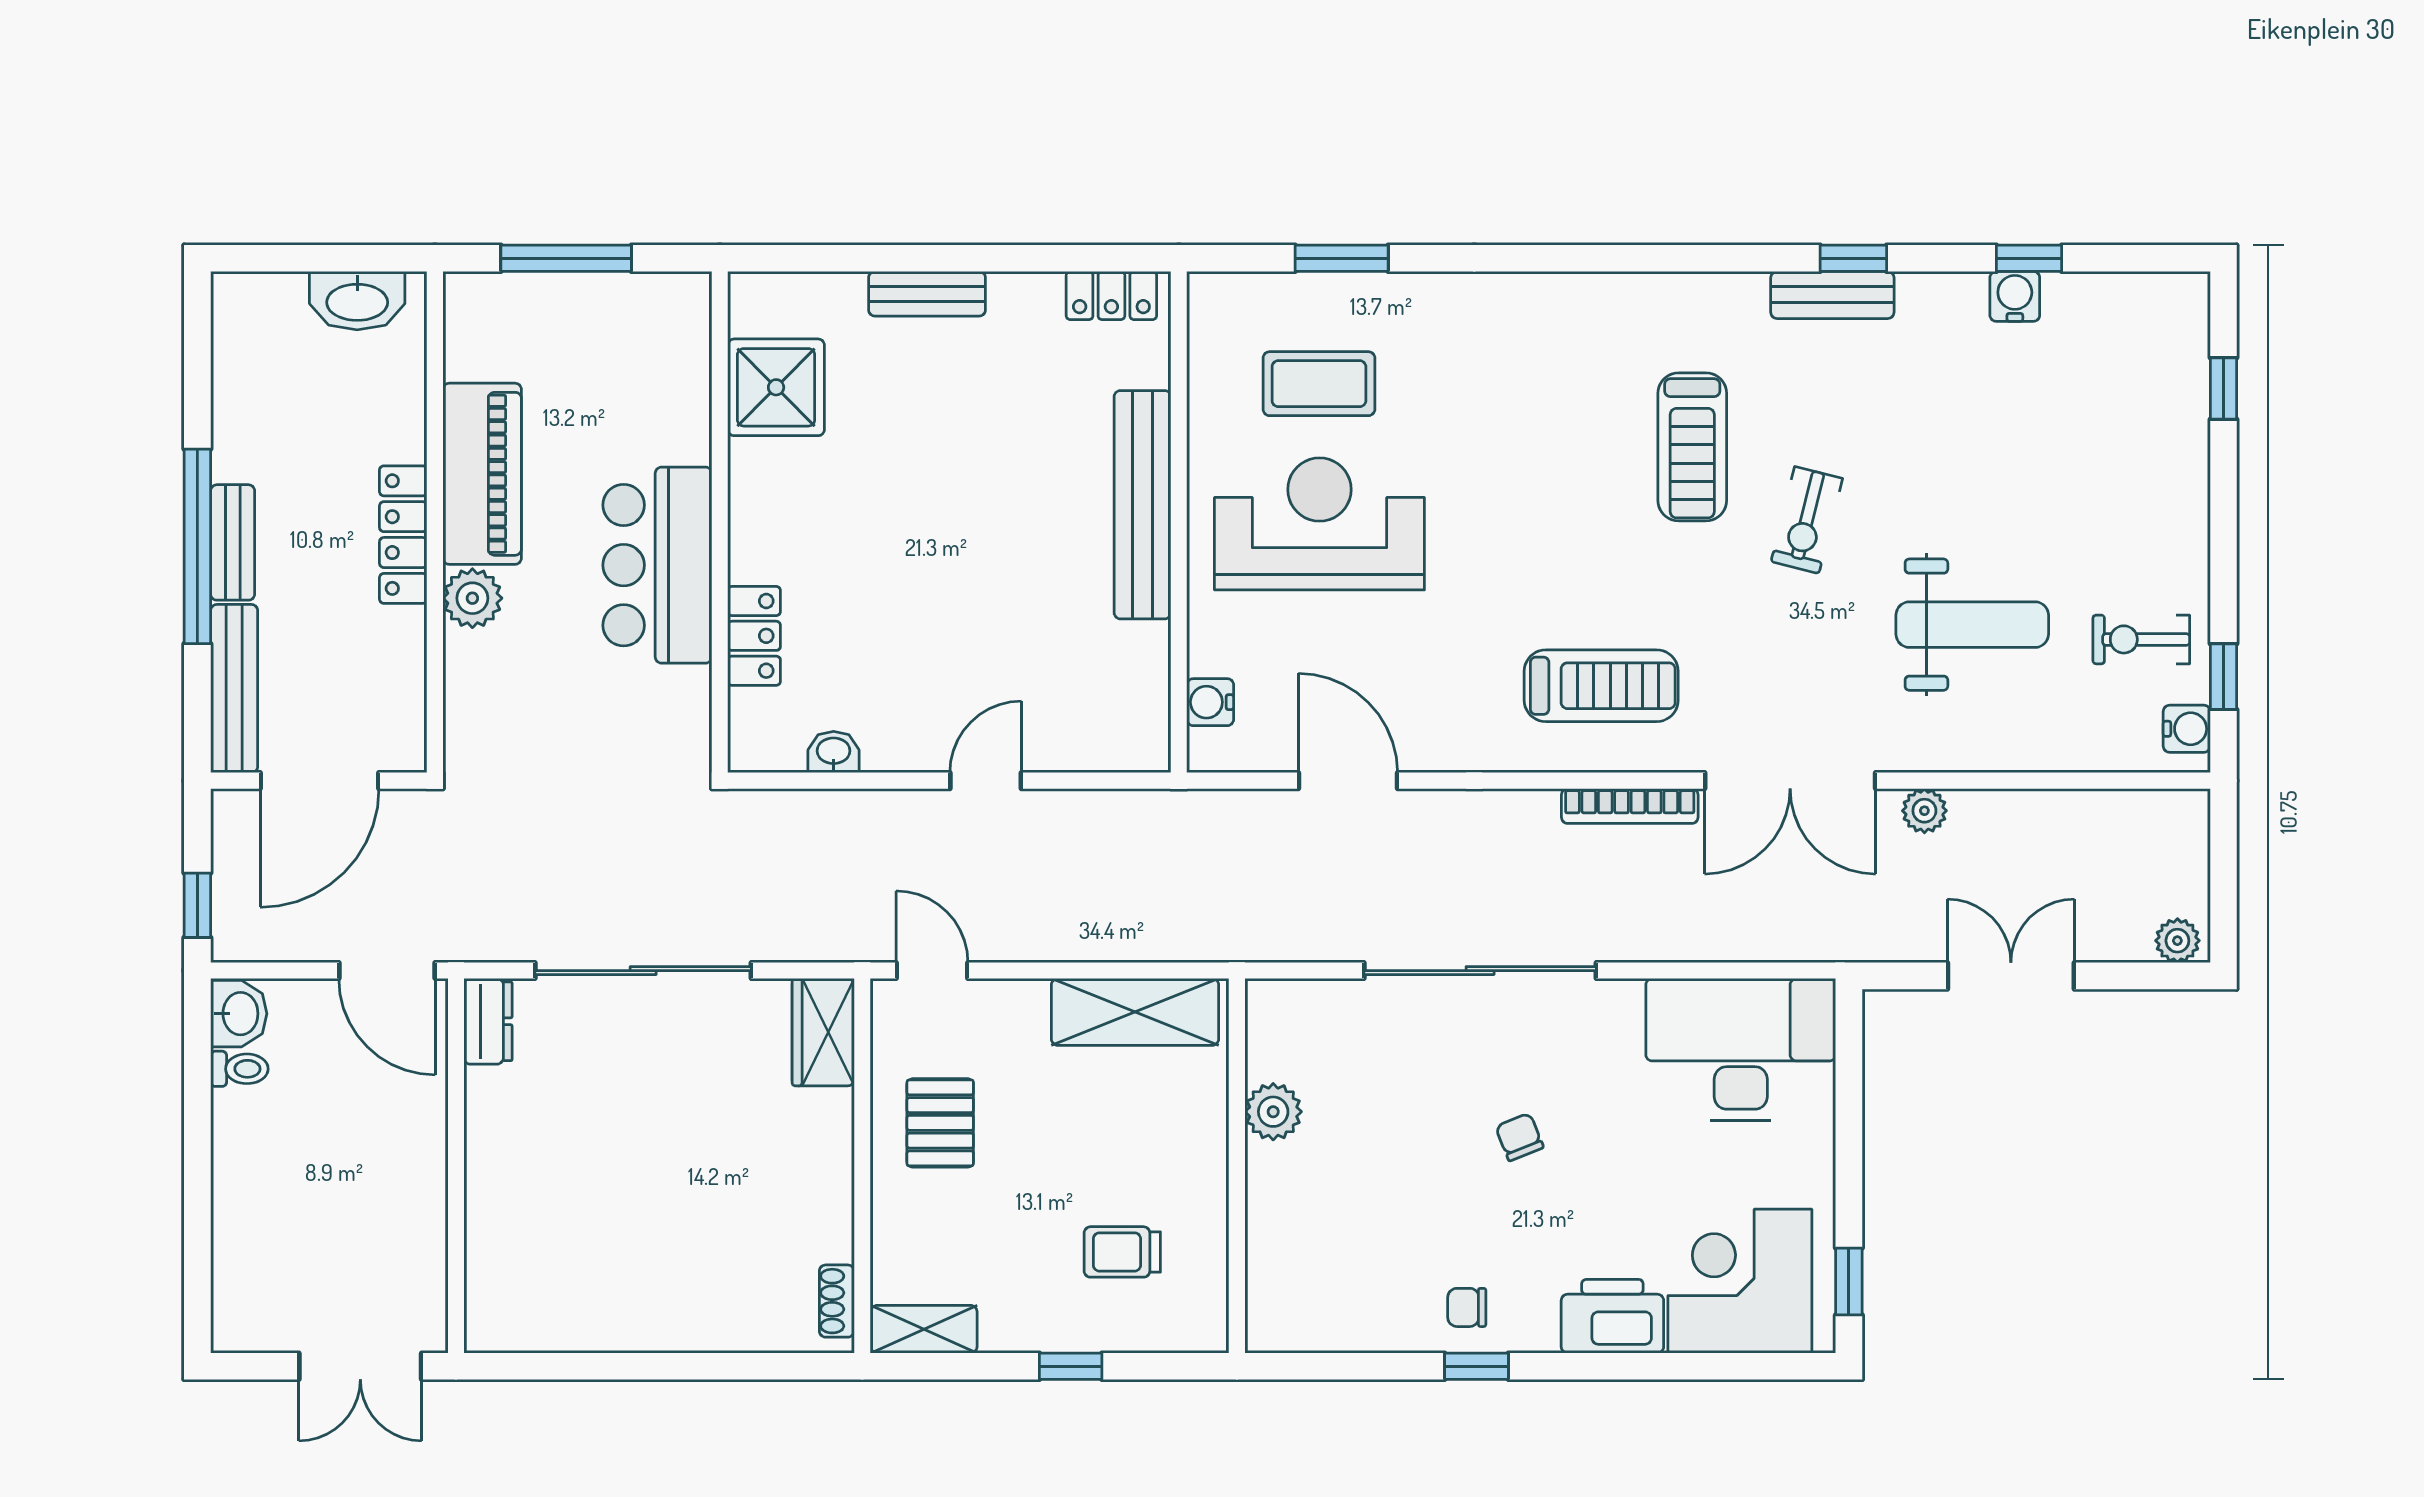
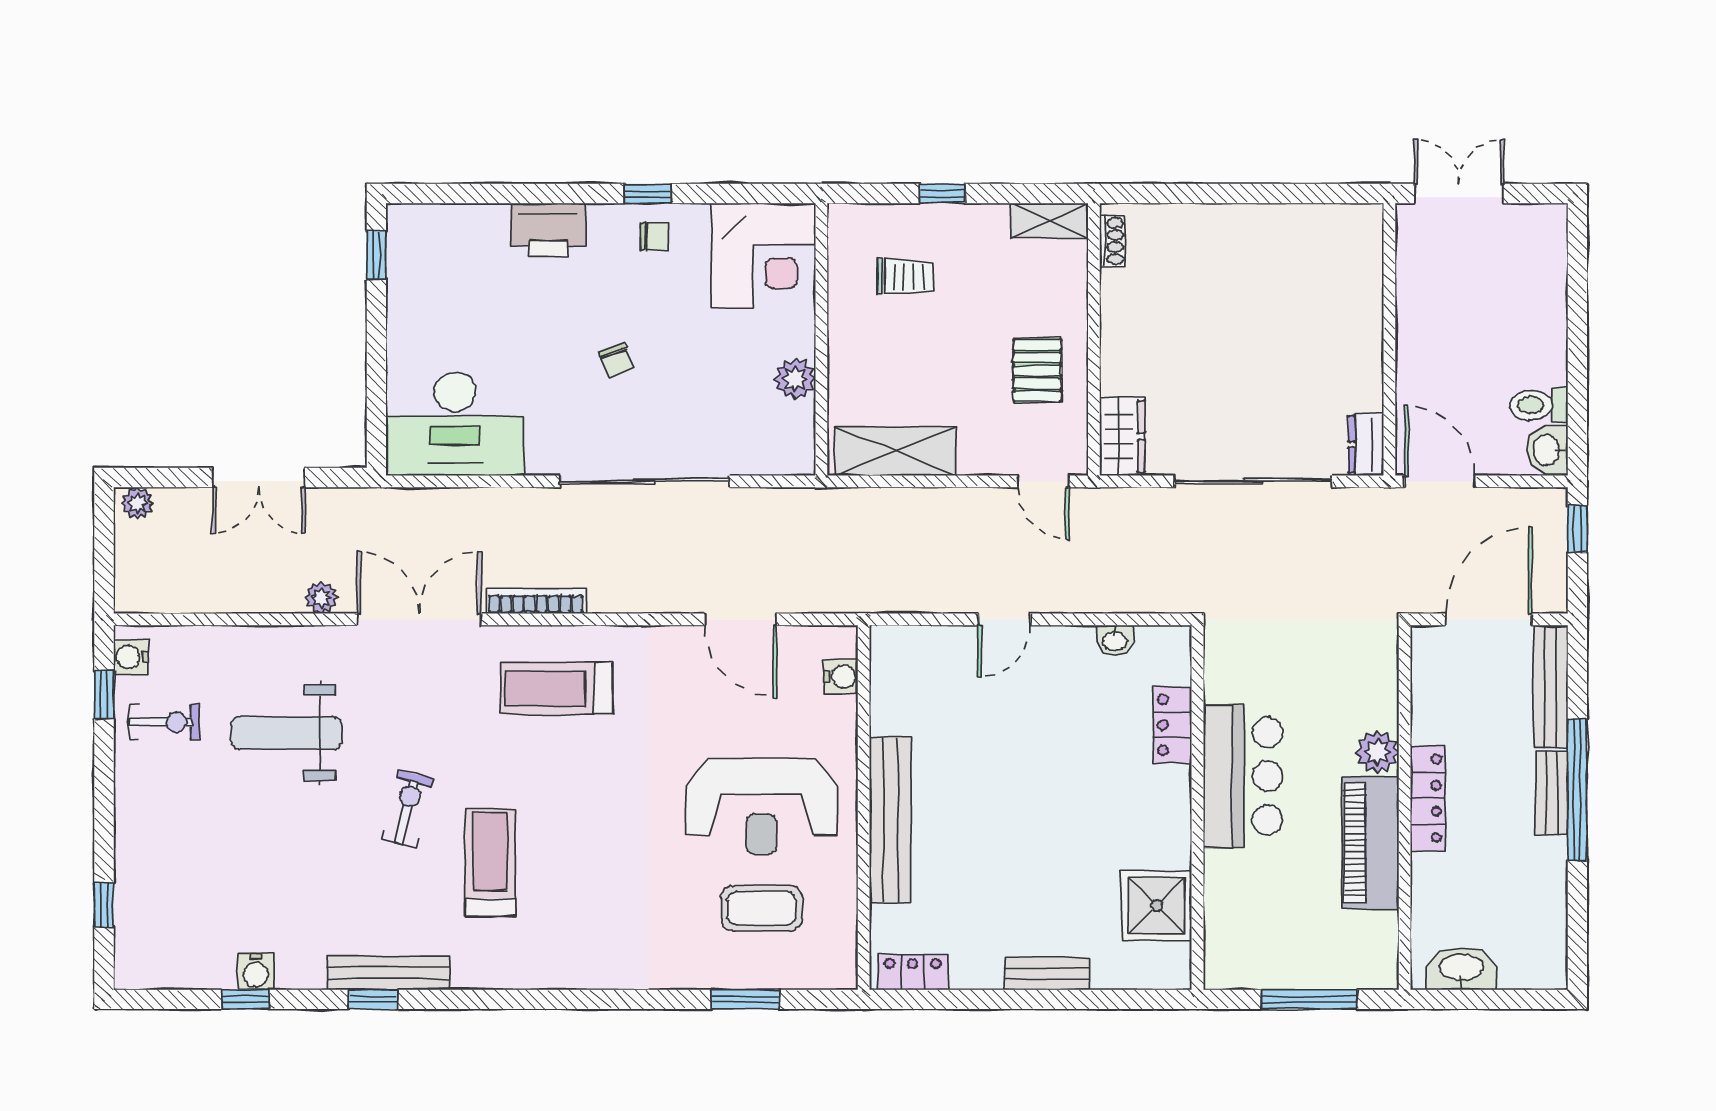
bench: (1832, 295) -> (388, 973), width x1.36
toilet: (239, 1069) -> (1539, 405), width x1.37, depth x1.39
corner desk: (1740, 1281) -> (763, 256), moved

